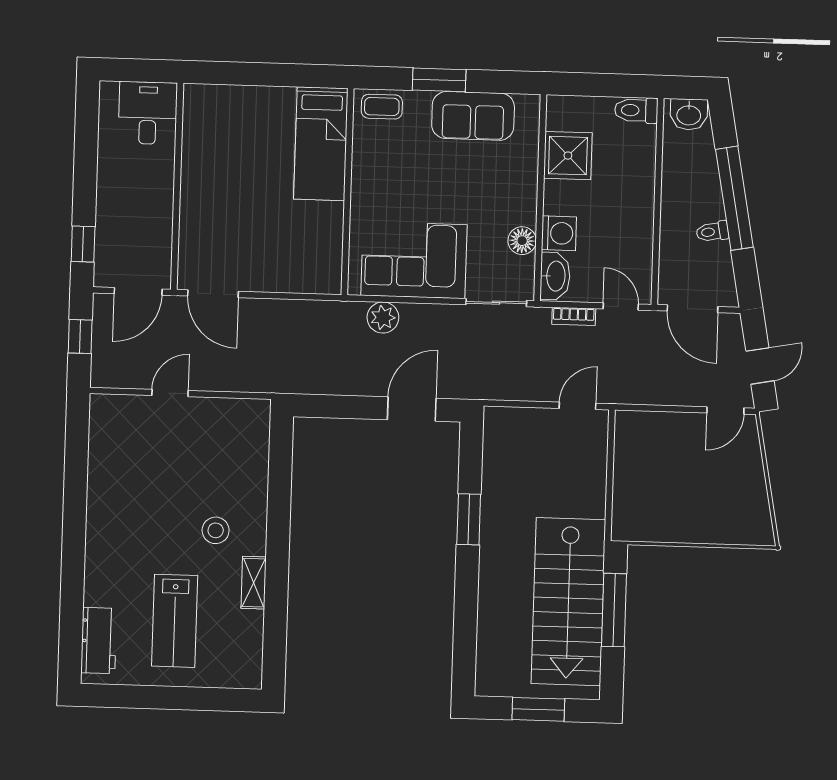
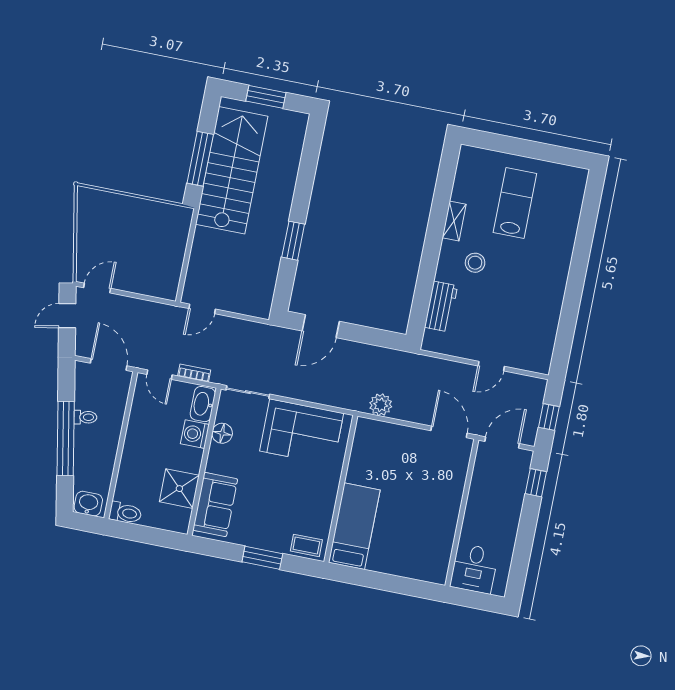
sofa: (473, 116) -> (215, 505), moved, turned 90
plant: (383, 318) -> (381, 405), moved
workbench: (99, 641) -> (441, 306), moved, turned 180

